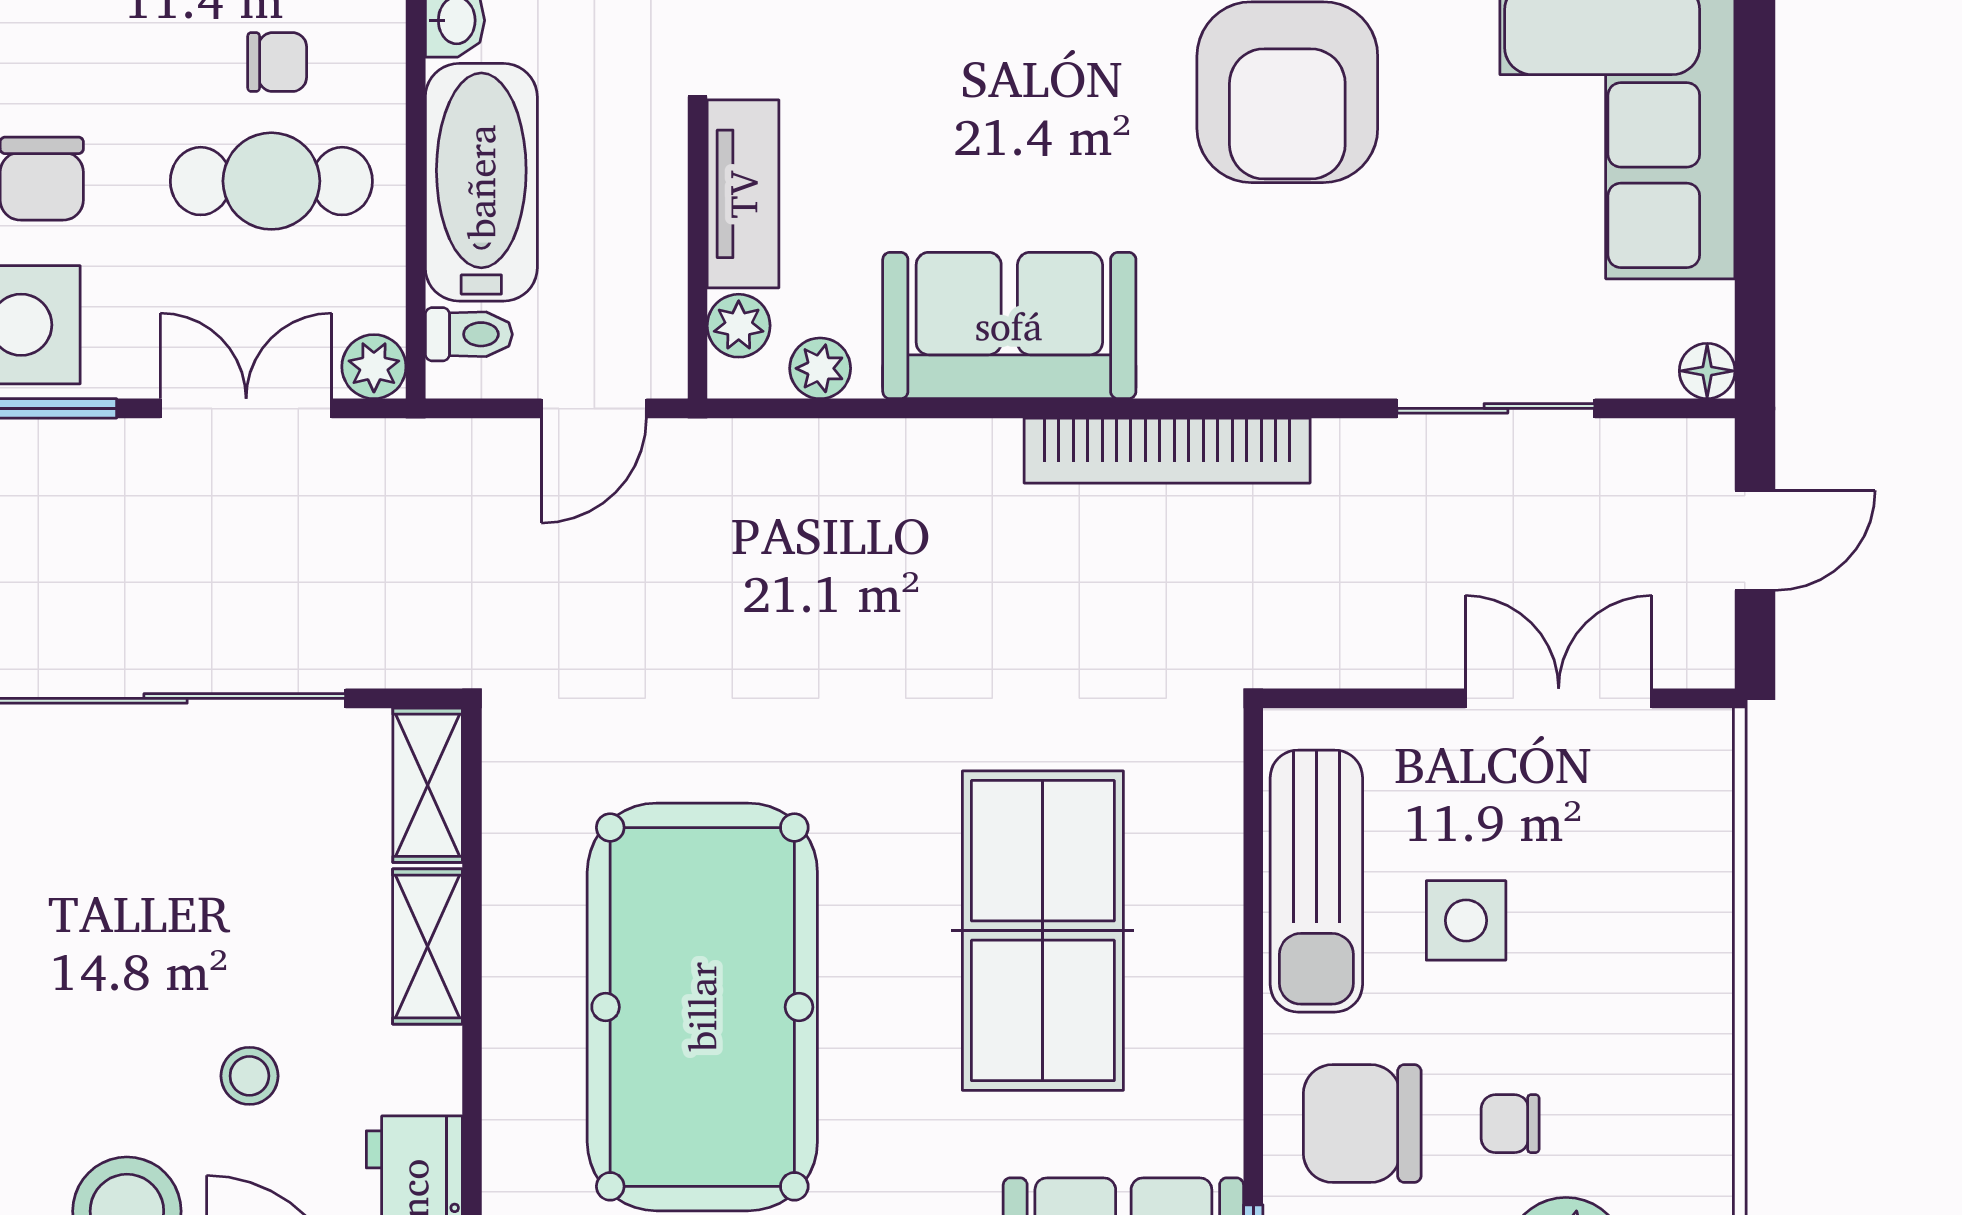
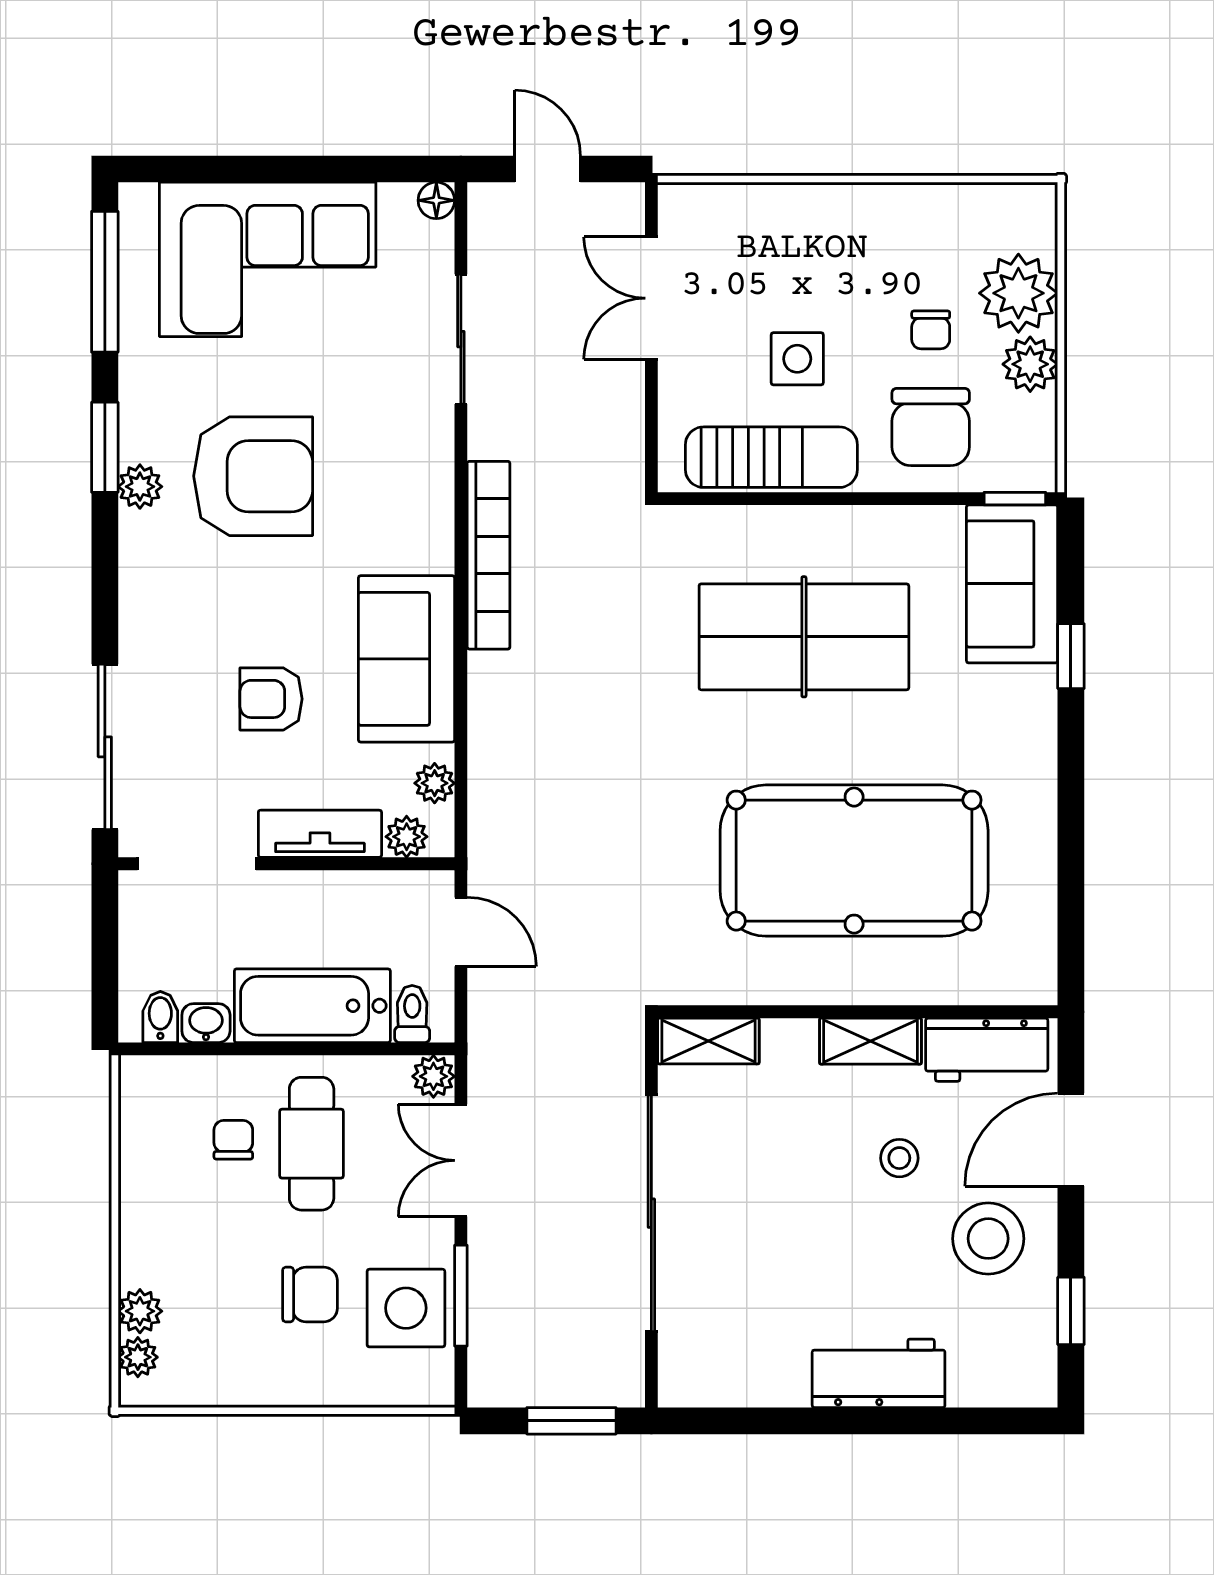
armchair: (948, 119) -> (271, 699), added
shelving: (427, 946) -> (870, 1041), moved

